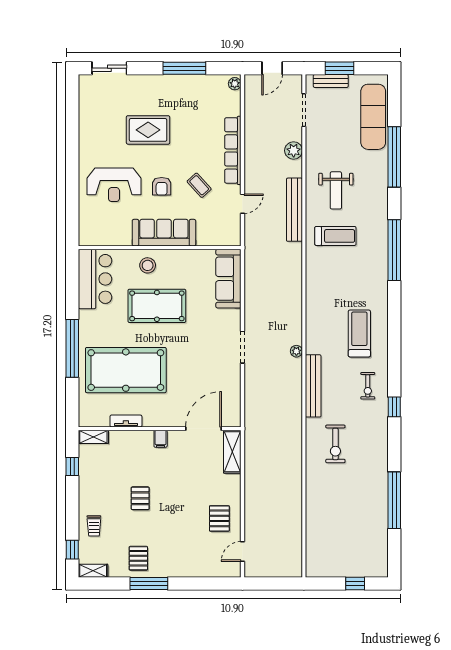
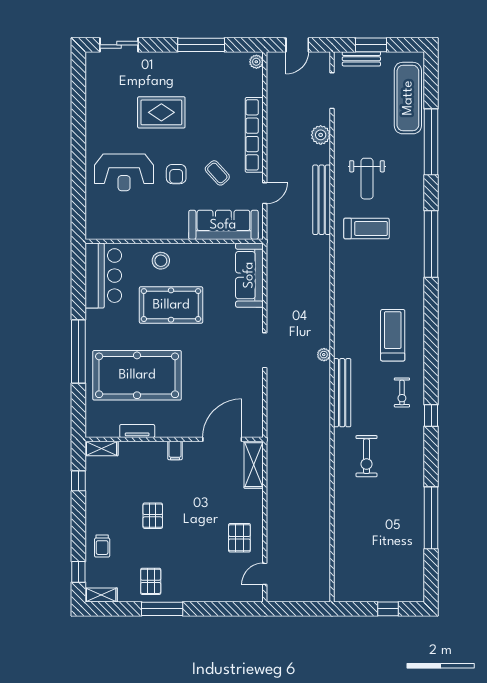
sofa: (164, 233) -> (223, 225), moved

